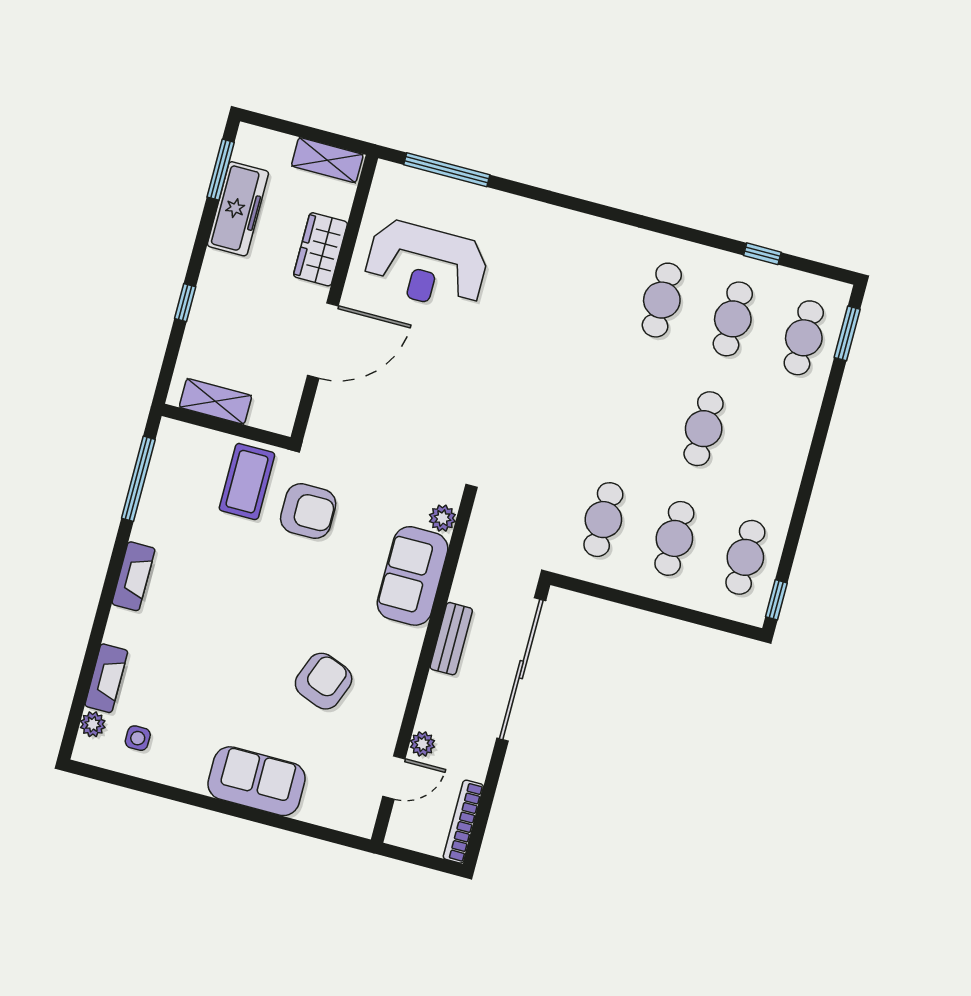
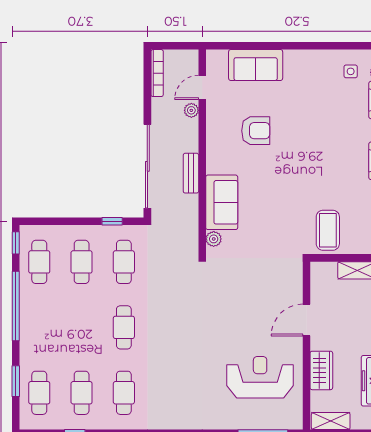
window: (847, 333) -> (16, 381), moved
door: (323, 341) -> (306, 320), width x0.73
cafe table: (704, 429) -> (124, 327), moved
window: (805, 494) -> (16, 306), added
armchair: (308, 511) -> (289, 223), removed
window: (605, 593) -> (112, 221), added
armchair: (324, 681) -> (256, 131), turned -111
sofa: (257, 781) -> (256, 65), moved

